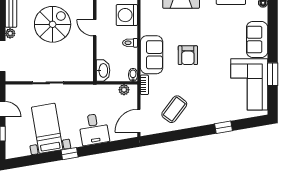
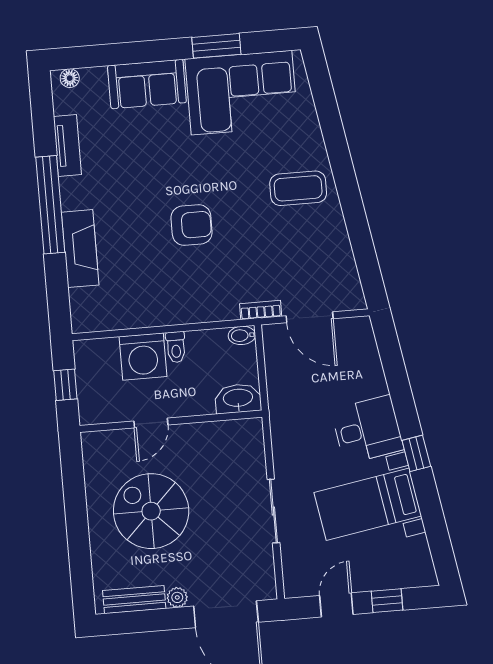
washing machine: (127, 15) -> (143, 357), moved
sofa: (152, 55) -> (197, 300), removed
plant: (124, 90) -> (274, 352), removed
coffee table: (174, 109) -> (298, 188), moved, turned -37
door: (139, 121) -> (310, 317), moved
window: (224, 127) -> (335, 138), removed
desk: (94, 129) -> (367, 430), moved

